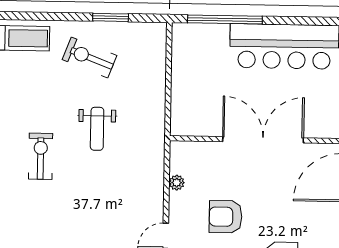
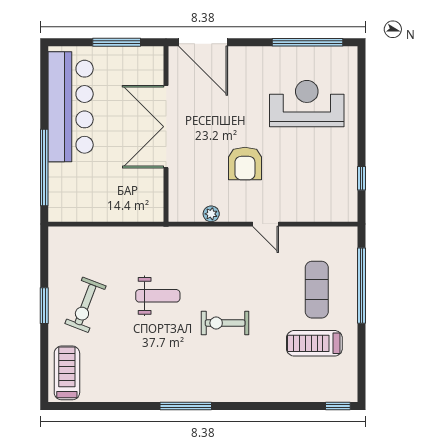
window: (111, 17) -> (44, 306), moved
exercise bike: (41, 156) -> (225, 323), moved

